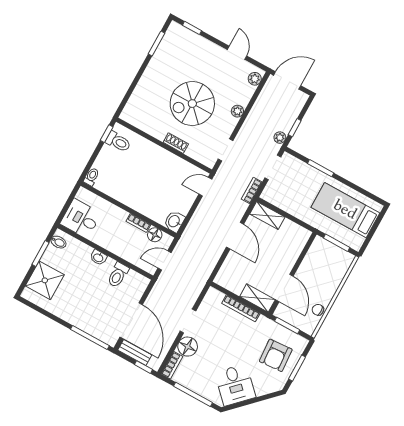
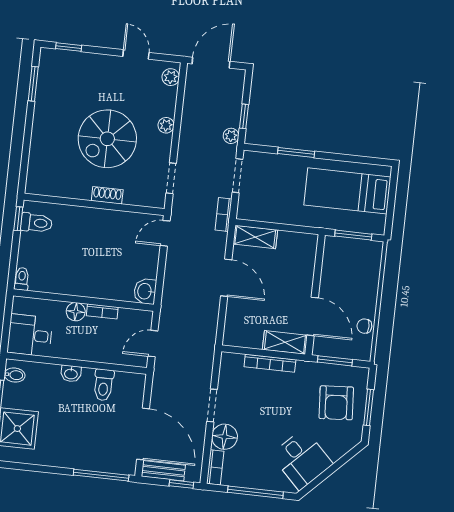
floor lamp: (155, 235) -> (76, 312), moved

